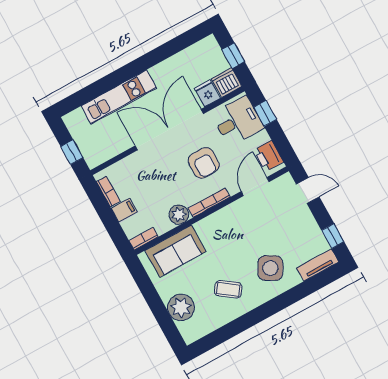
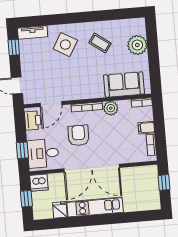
fridge: (207, 93) -> (60, 210), moved, turned 180
kitchen unit: (119, 97) -> (95, 207), moved

